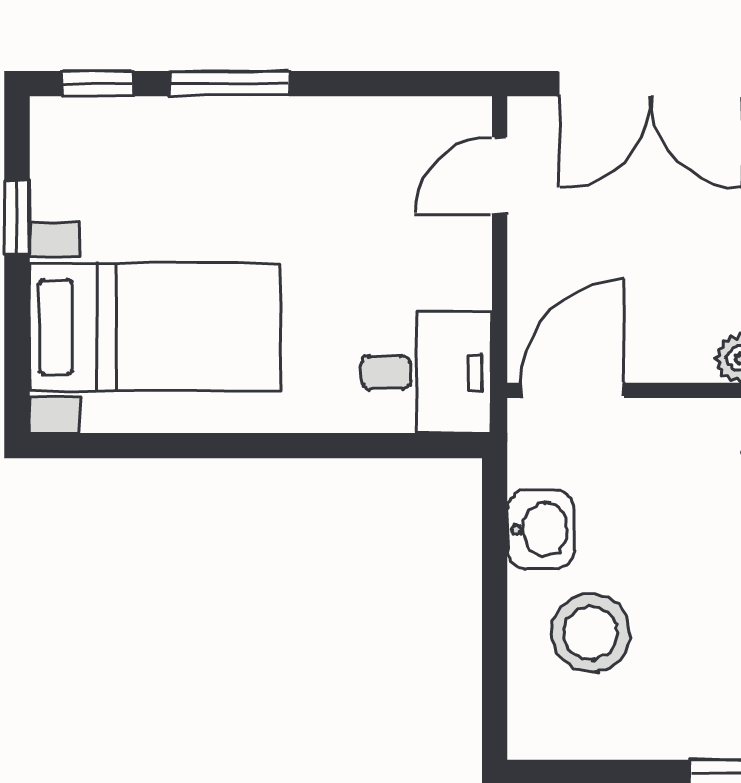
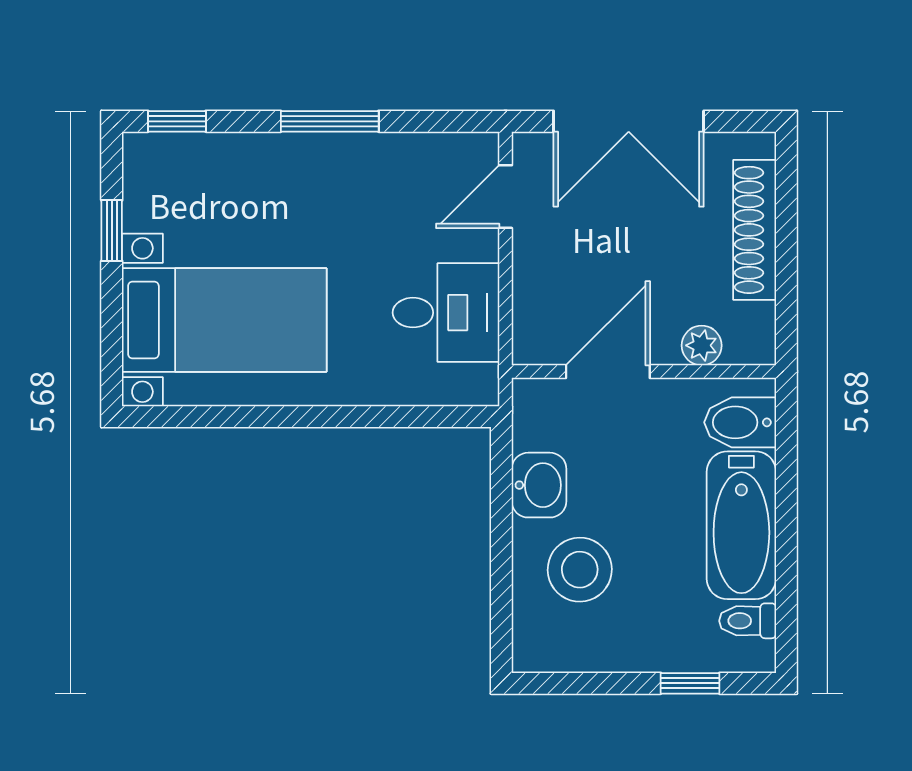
window: (229, 84) -> (330, 121), moved
desk: (427, 372) -> (446, 313), moved
door: (573, 390) -> (608, 372), moved

